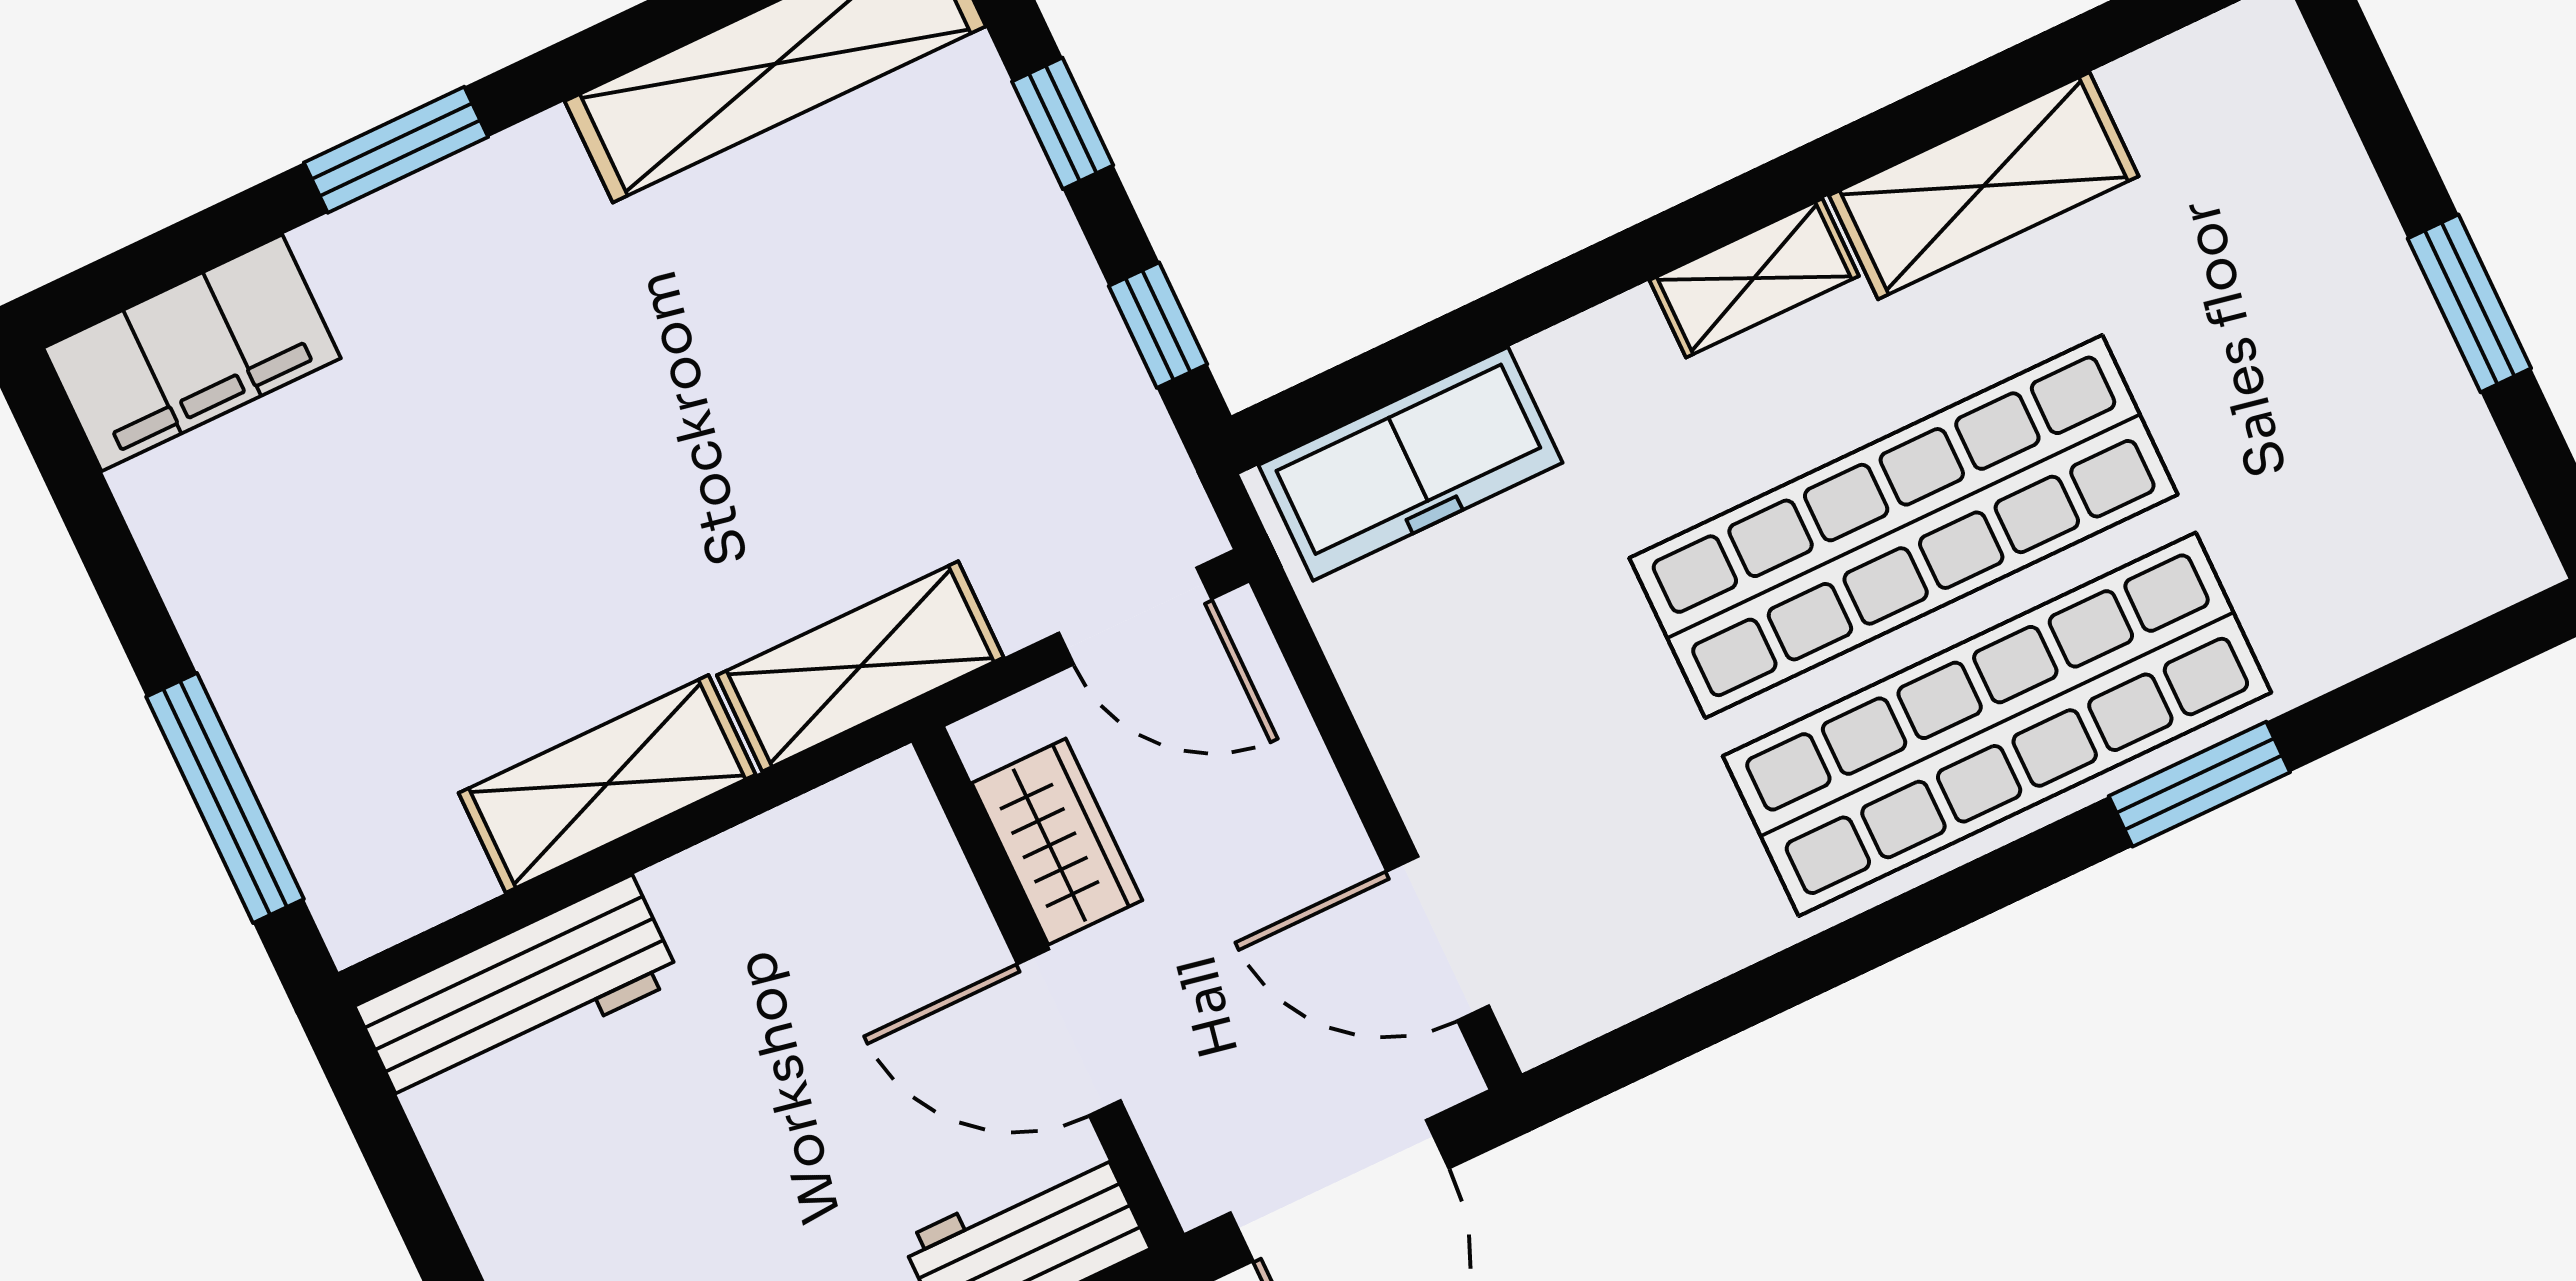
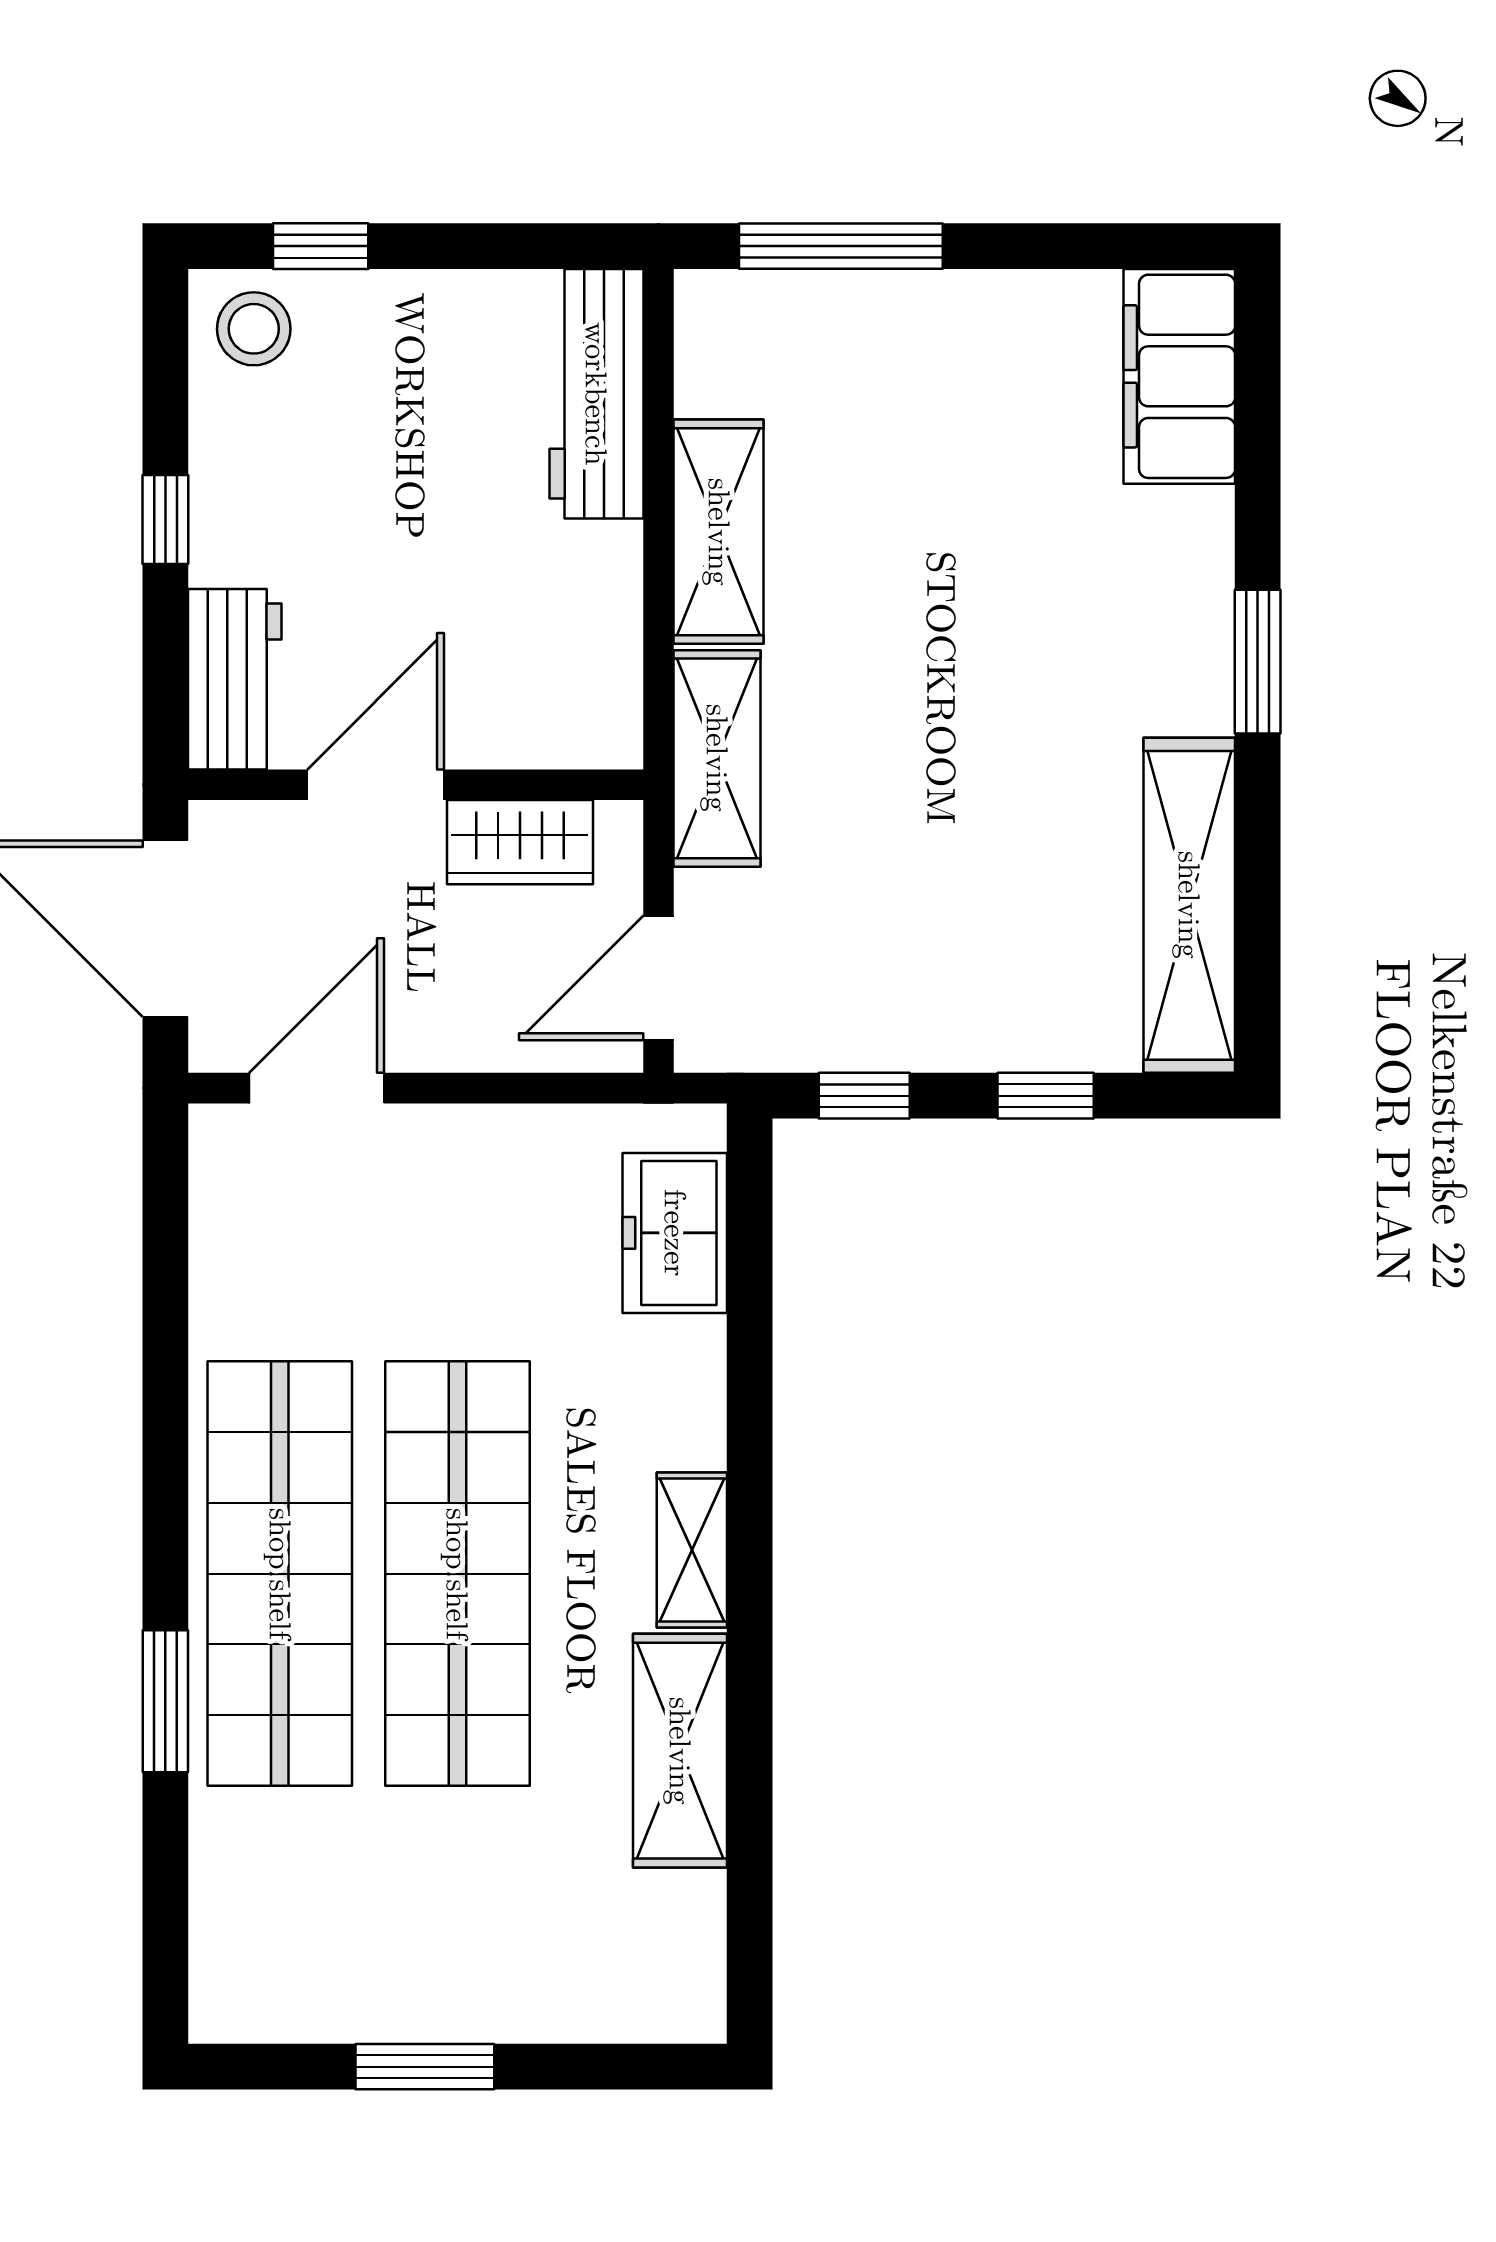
window: (396, 150) -> (1258, 662), moved
freezer: (1410, 464) -> (675, 1233), width x0.71

